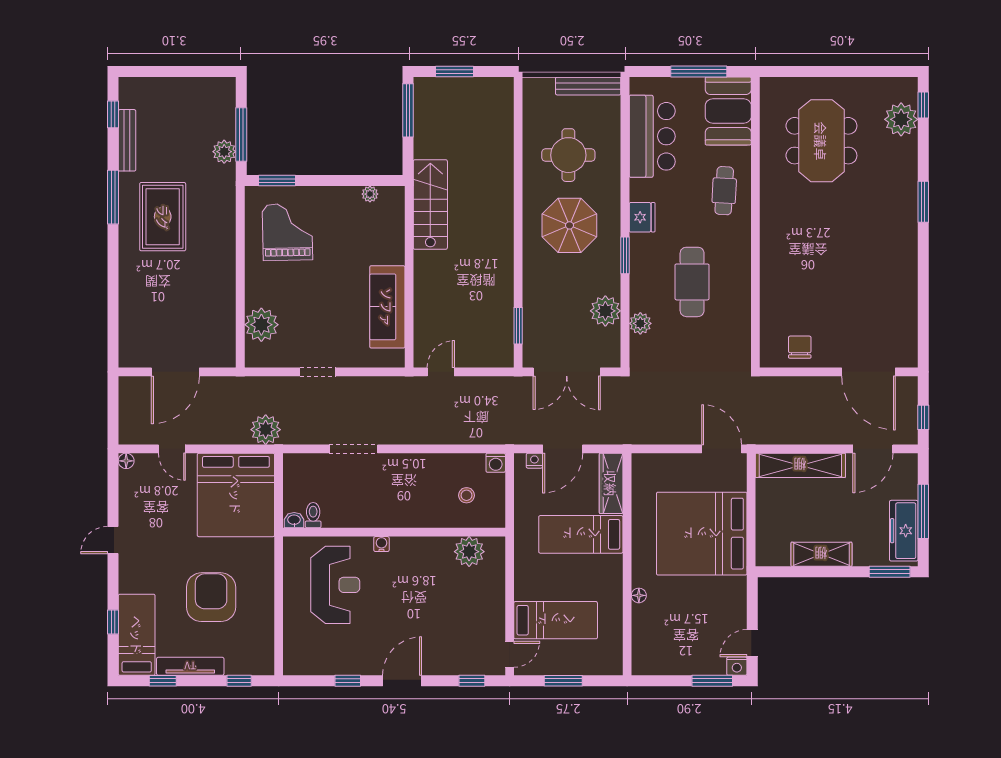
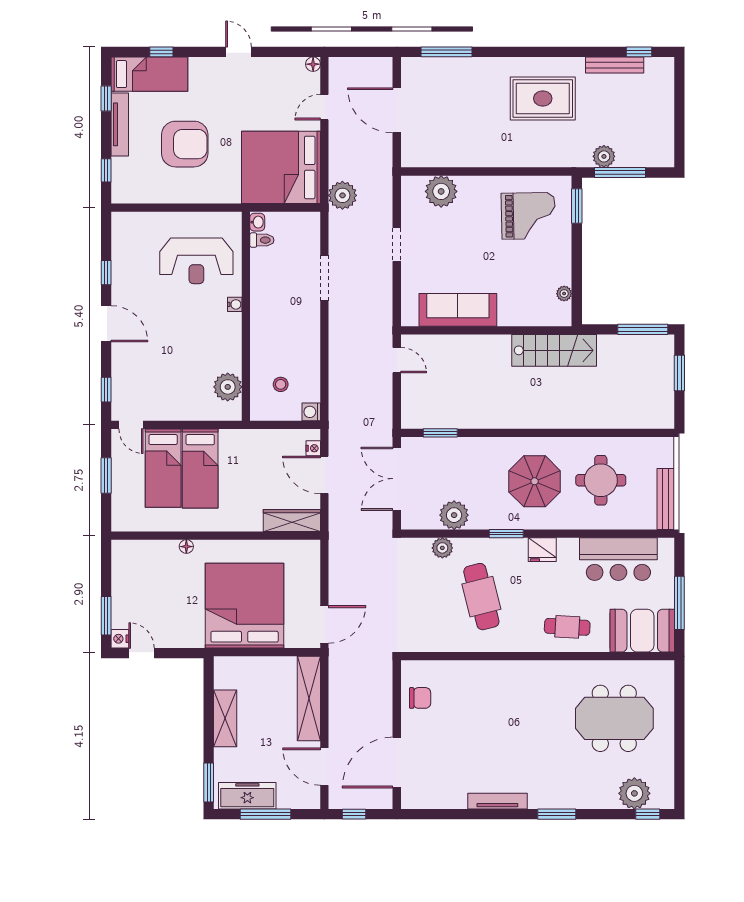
window: (113, 197) -> (447, 52), moved
tv unit: (909, 265) -> (497, 801), added
cafe table: (692, 282) -> (481, 597), turned 76
bed: (581, 534) -> (200, 469), moved, turned 180

